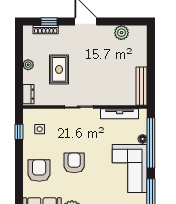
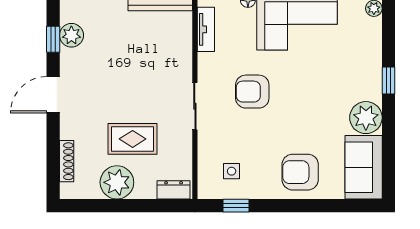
window: (49, 22) -> (53, 39), moved
plant: (28, 65) -> (117, 182), width x1.87, depth x1.87
tv unit: (120, 114) -> (206, 29), width x0.71
armchair: (74, 163) -> (252, 92), moved

